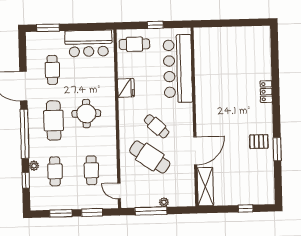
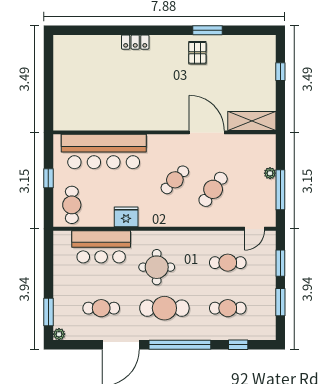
bar counter: (89, 43) -> (101, 247), moved, turned 90
cafe table: (150, 157) -> (213, 189), width x0.73, depth x0.74
plant: (34, 166) -> (59, 334), moved

